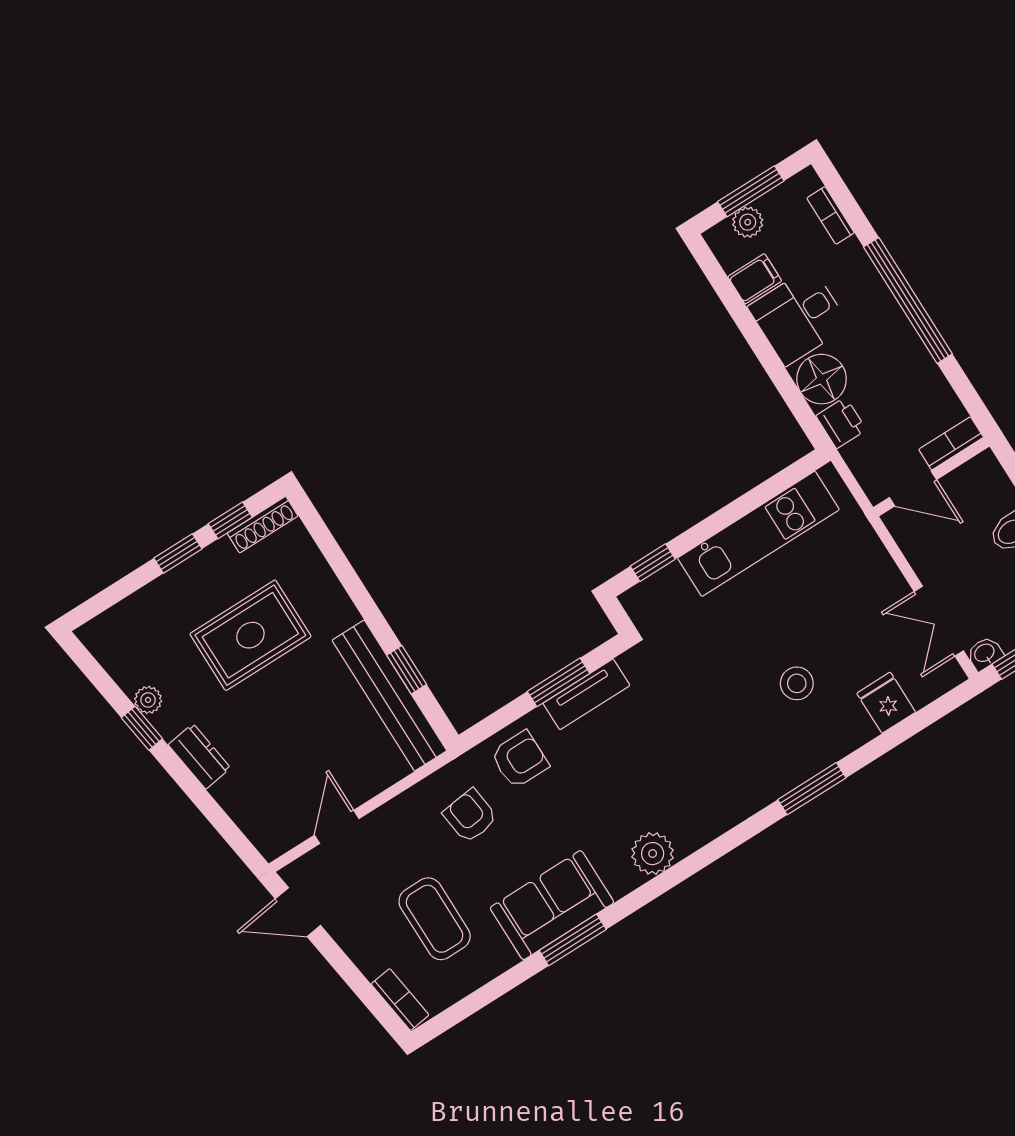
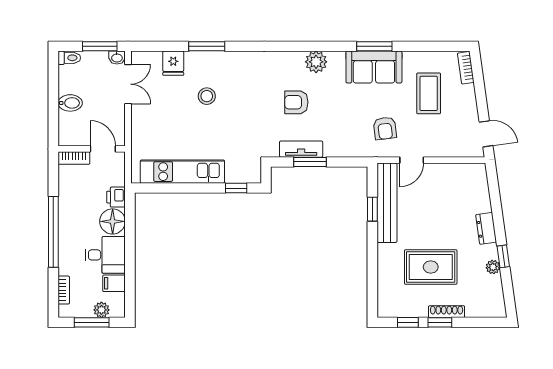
shoe rack: (263, 525) -> (447, 312), moved
armchair: (520, 759) -> (296, 102), moved
window: (812, 789) -> (207, 46), moved
door: (337, 827) -> (412, 160), moved

